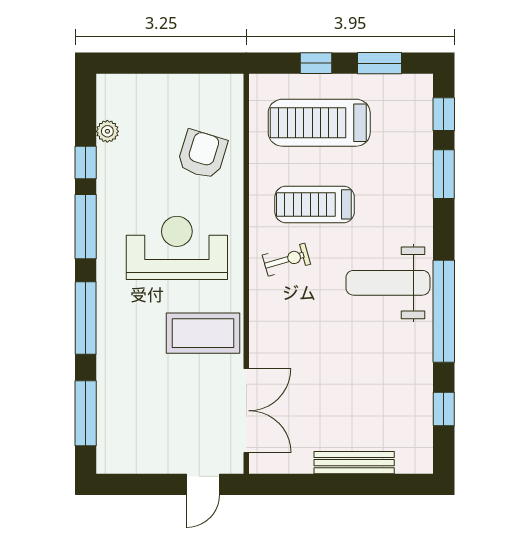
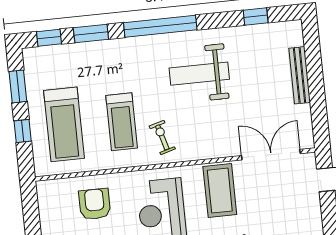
armchair: (202, 154) -> (95, 204), turned 73
weight bench: (388, 283) -> (199, 74), moved, turned 90
window: (444, 311) -> (160, 26), moved

